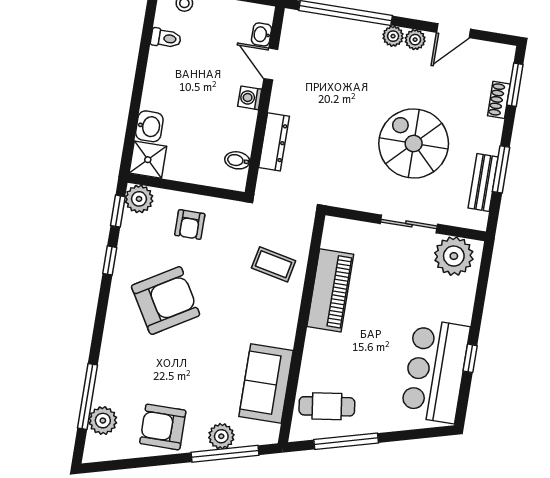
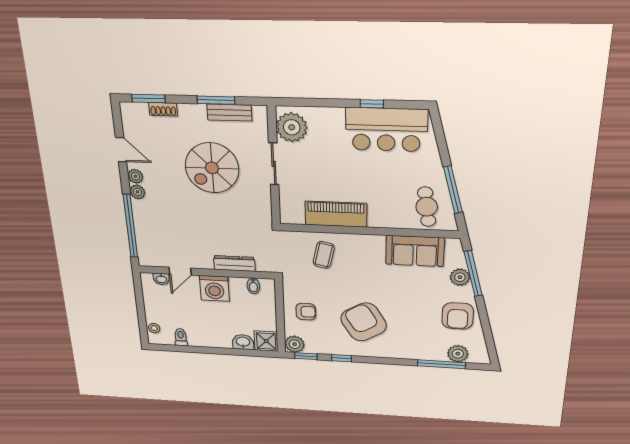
washing machine: (250, 98) -> (214, 288), width x1.89, depth x1.89

